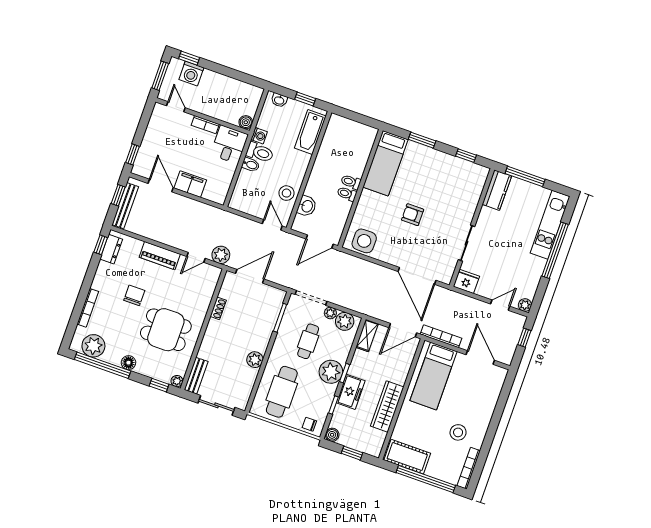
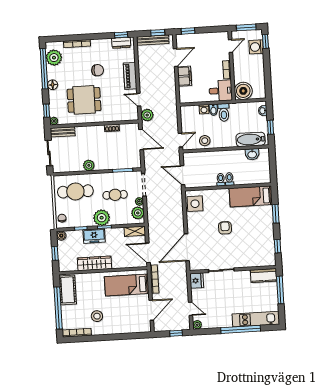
boiler: (246, 122) -> (243, 91), width x1.86, depth x1.86
washing machine: (259, 136) -> (204, 109), moved
washbasin: (307, 206) -> (252, 154), moved
dining table: (166, 330) -> (84, 100), turned 90

